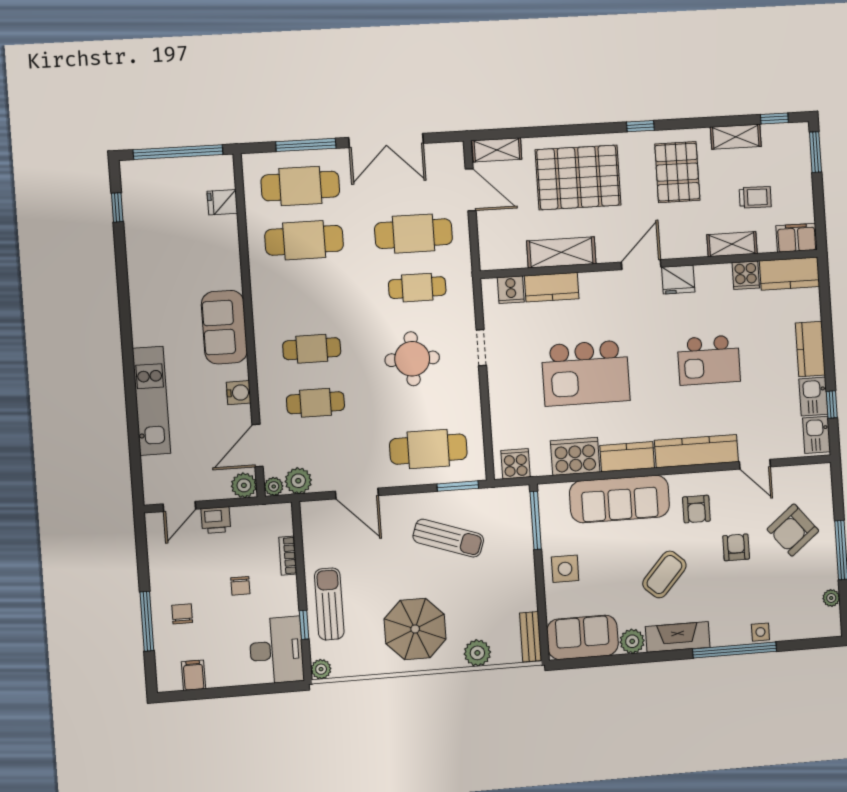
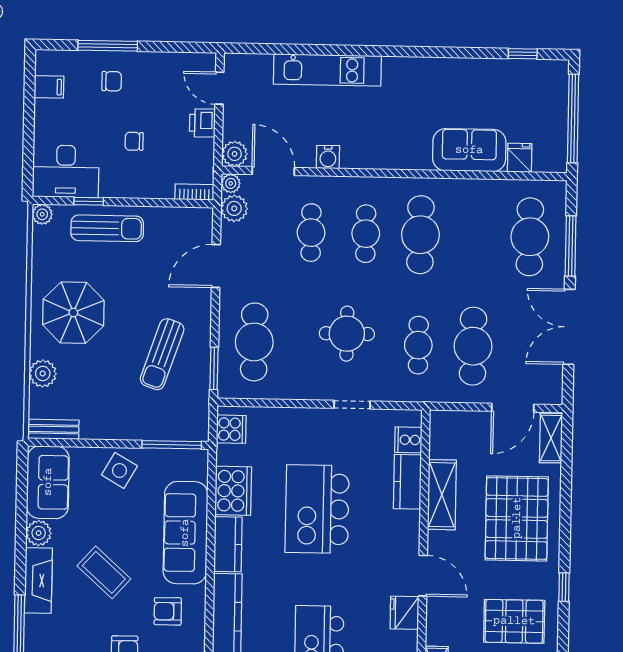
cafe table: (304, 240) -> (420, 235), moved
sofa: (224, 327) -> (469, 150), moved
bookcase: (288, 556) -> (194, 192), moved
side table: (565, 569) -> (119, 470), turned 30

